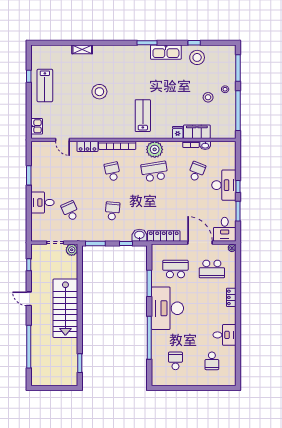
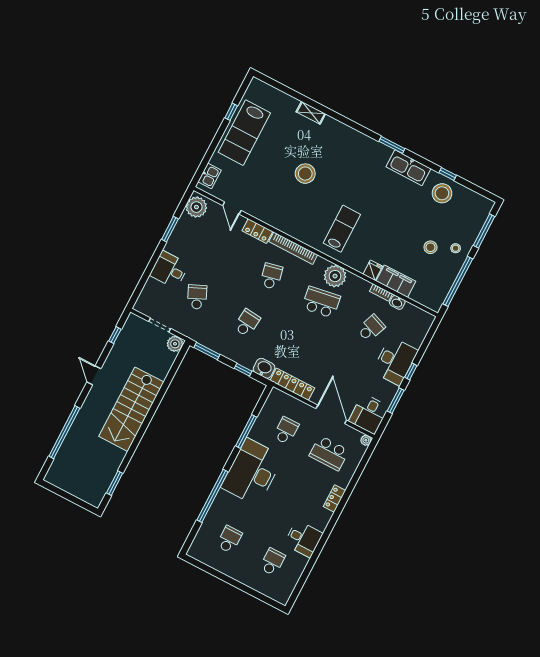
lab bench: (45, 85) -> (244, 133), width x1.36, depth x1.39
plant: (39, 152) -> (196, 207), added
school desk: (175, 269) -> (286, 431), width x0.54
school desk: (212, 361) -> (272, 562), turned 180

